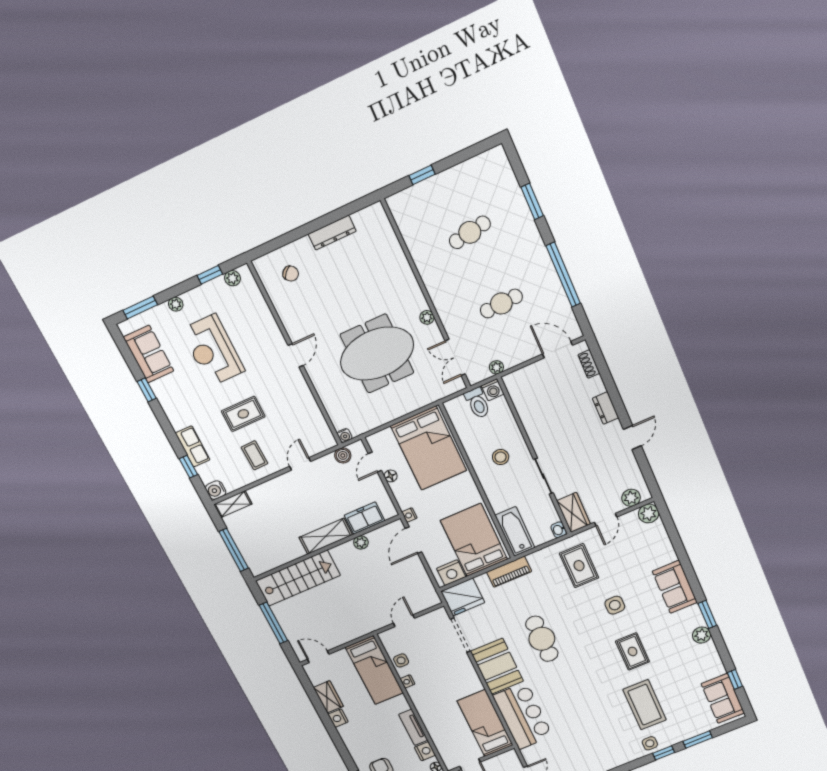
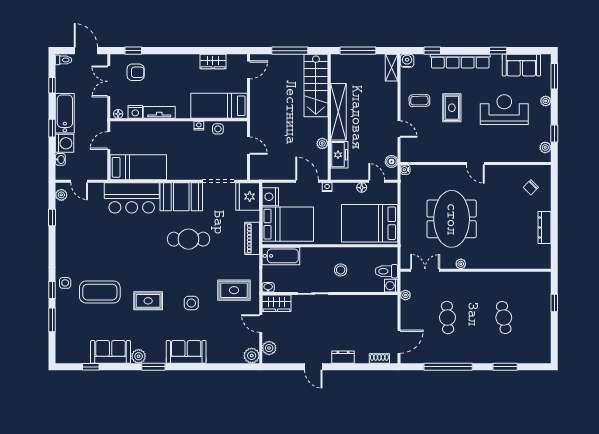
row of seats: (193, 446) -> (460, 61), width x2.02
shelving: (326, 536) -> (338, 112), width x1.47
sofa: (723, 698) -> (111, 352), moved
nightstand: (338, 718) -> (192, 60), removed

